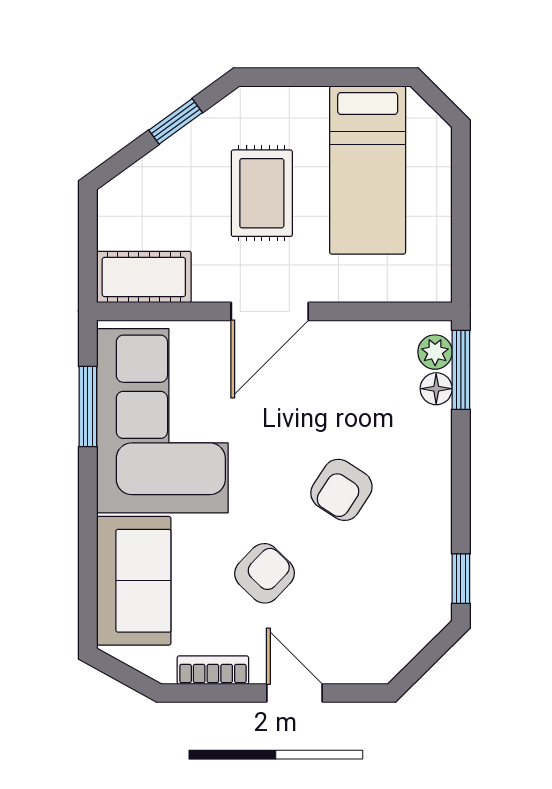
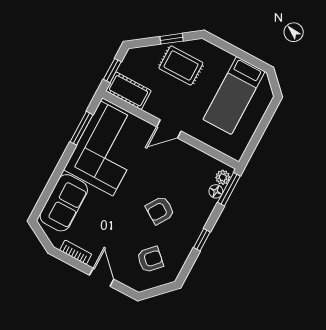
rug: (262, 193) -> (181, 65), moved, turned 90
window: (88, 253) -> (112, 71), added
door: (270, 311) -> (169, 129), width x0.73
armchair: (264, 573) -> (150, 259), moved
window: (461, 579) -> (202, 240), moved

